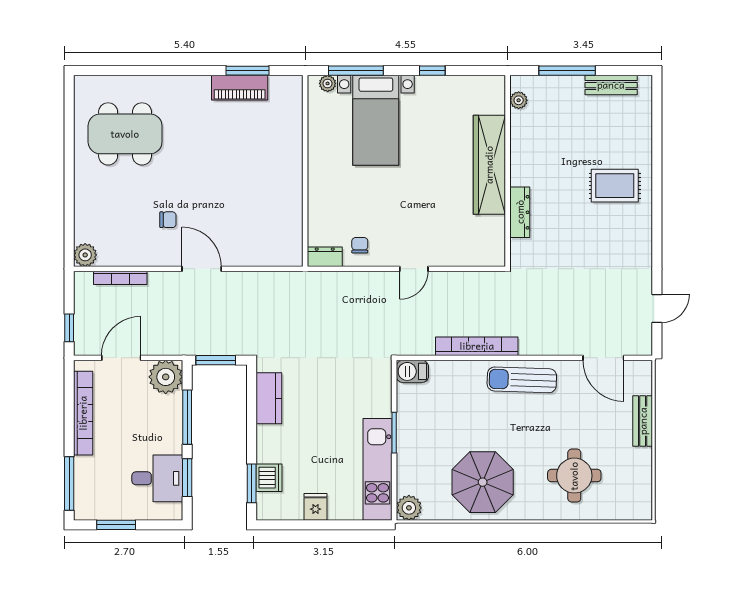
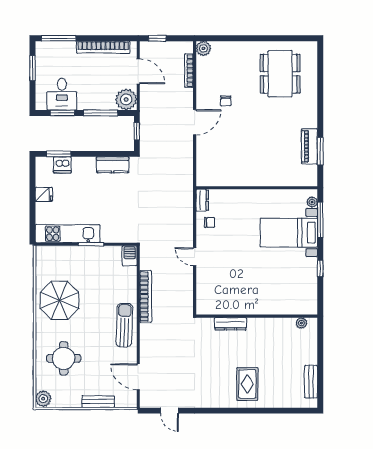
window: (567, 71) -> (320, 354), removed
wardrobe: (489, 165) -> (261, 305), removed
door: (603, 358) -> (138, 377), hinge flipped
window: (216, 360) -> (137, 131), width x0.67
plant: (409, 508) -> (43, 399), moved

